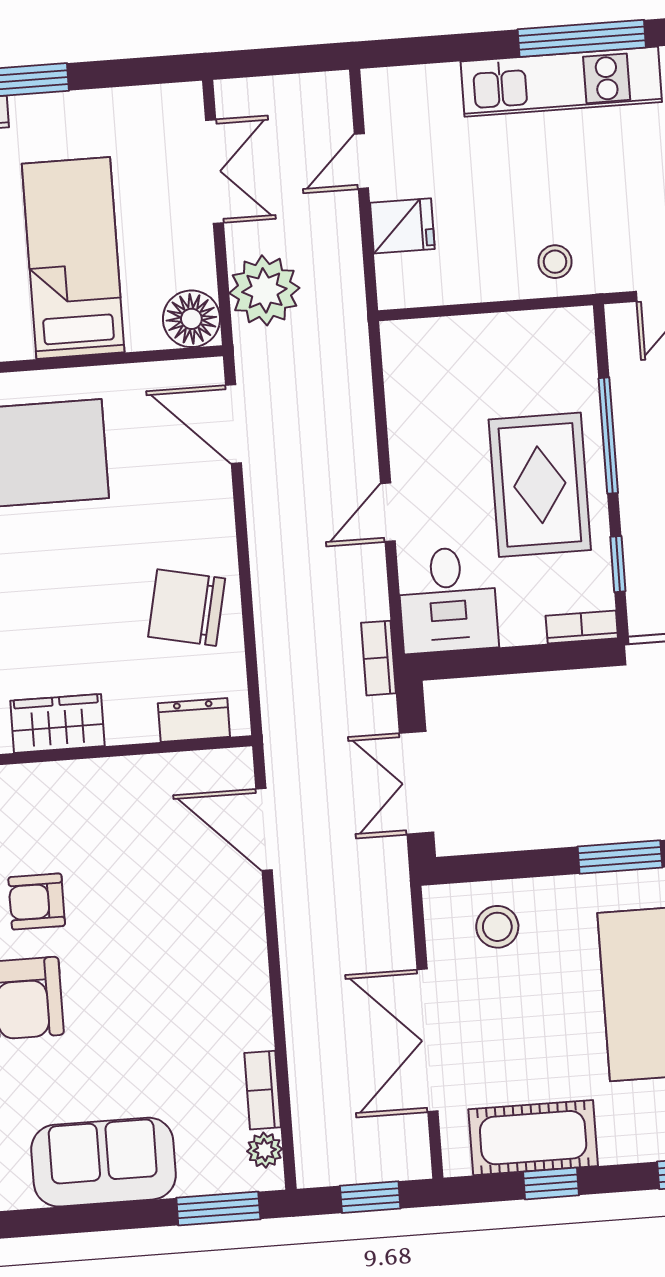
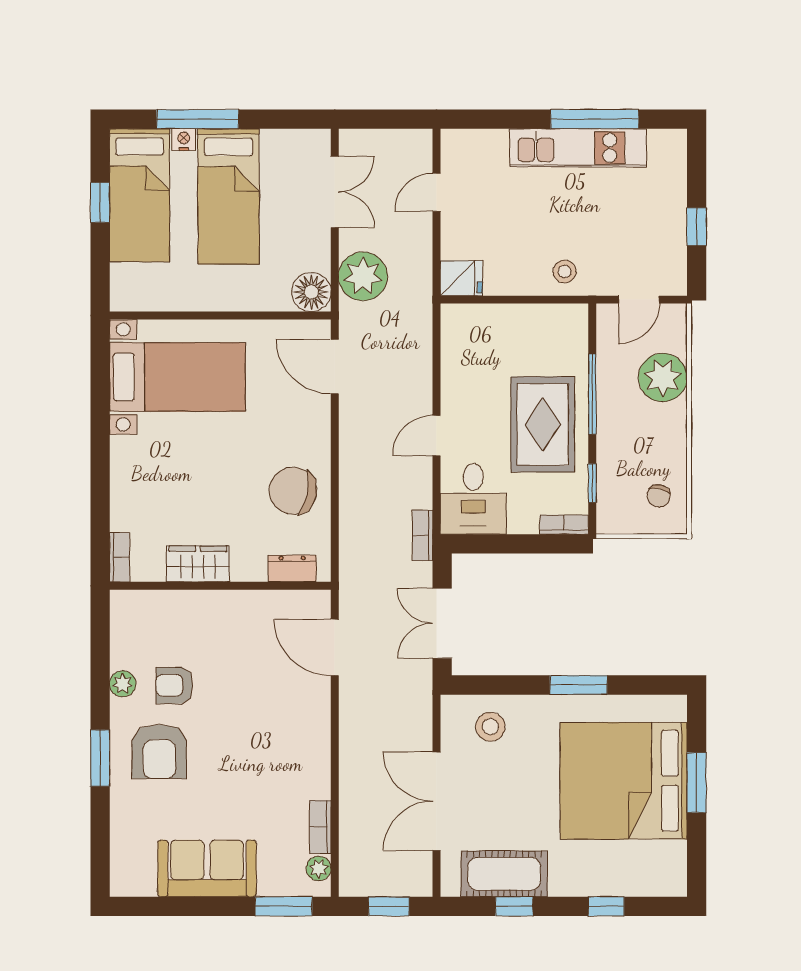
fridge: (402, 226) -> (461, 278), moved
bed: (73, 258) -> (228, 196), moved, turned 180

